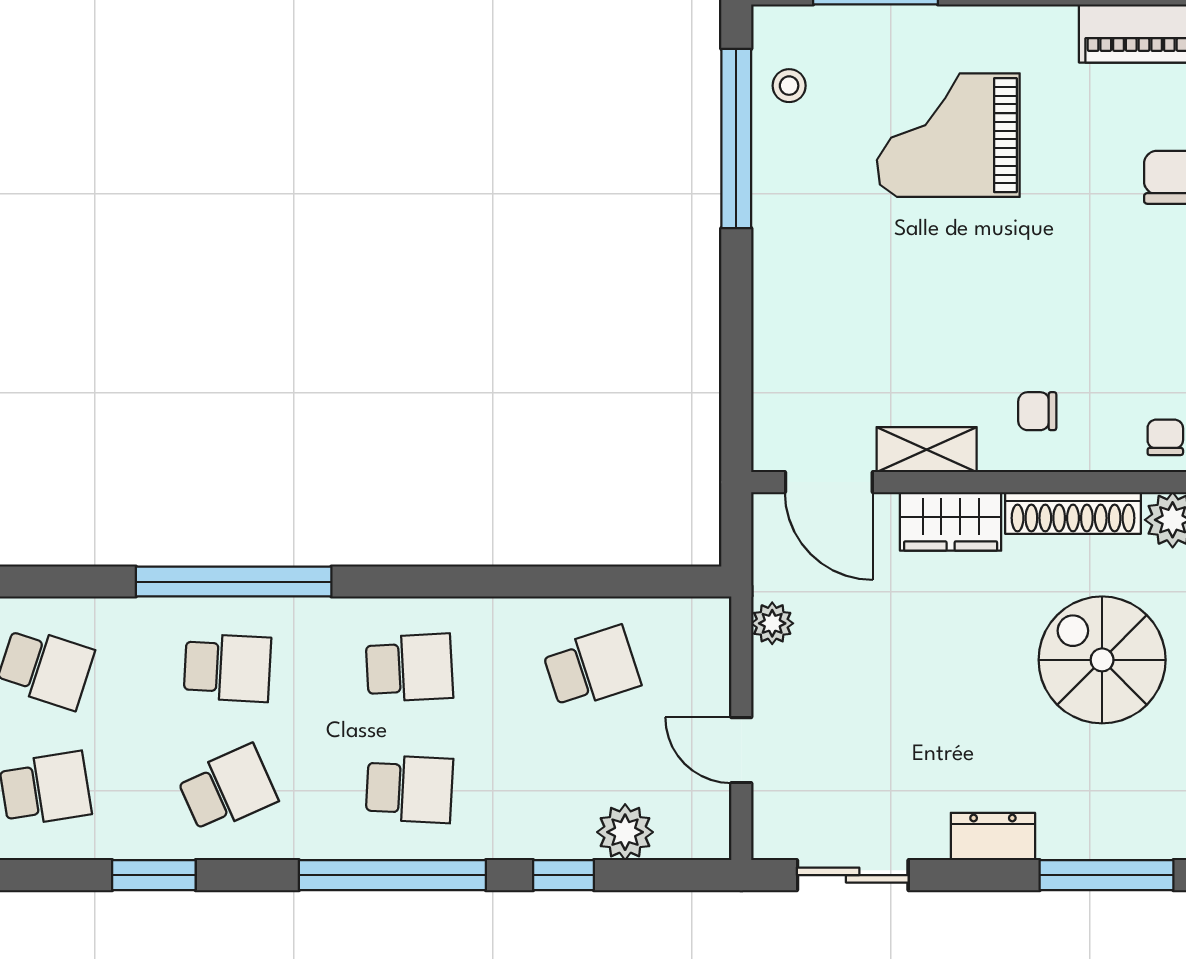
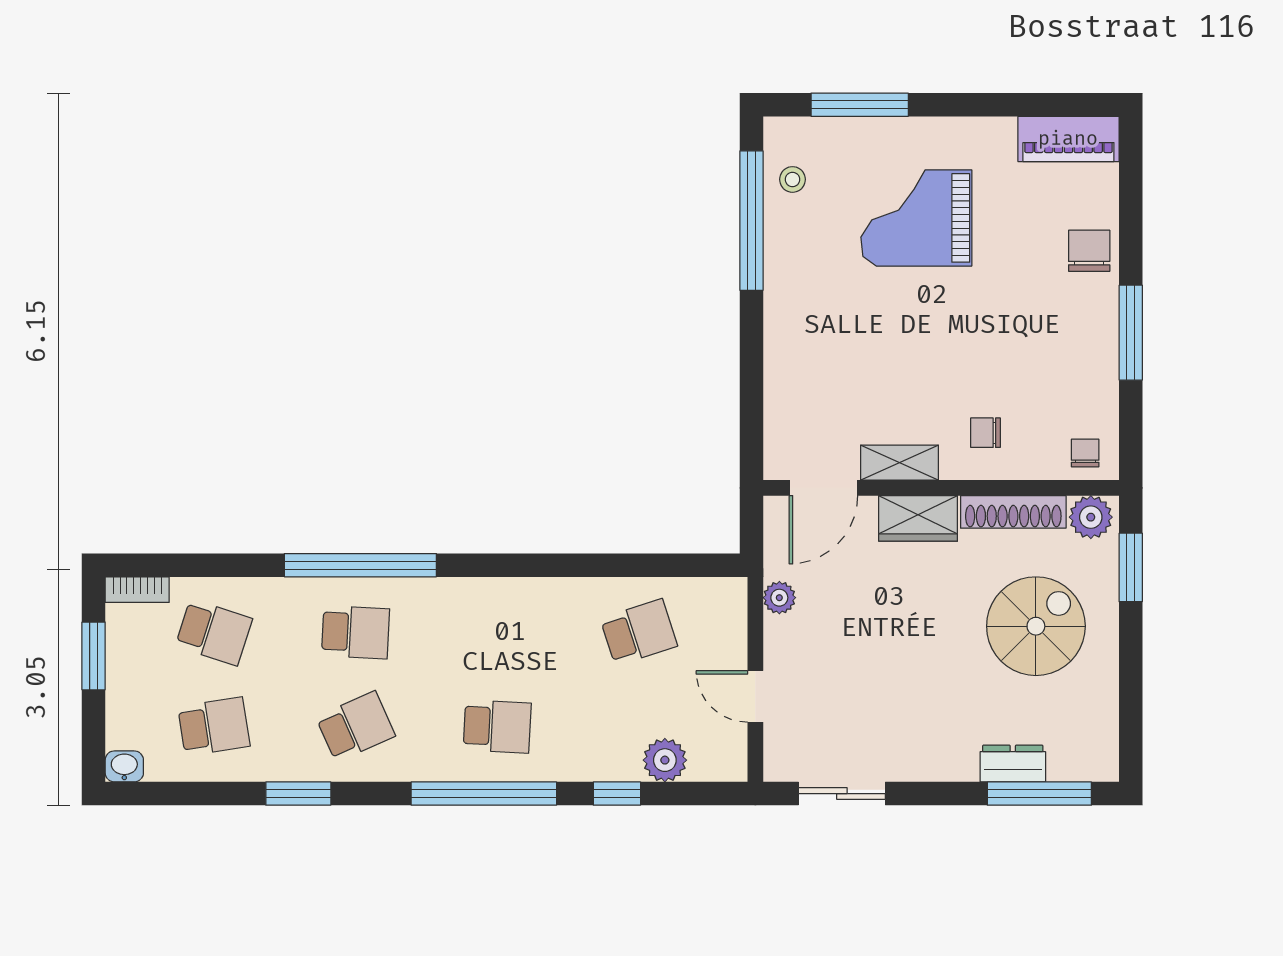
door: (829, 482) -> (823, 488), hinge flipped
spiral stairs: (1102, 660) -> (1036, 626), turned 90
school desk: (409, 668) -> (497, 632), removed
dresser: (993, 836) -> (1013, 764), moved

